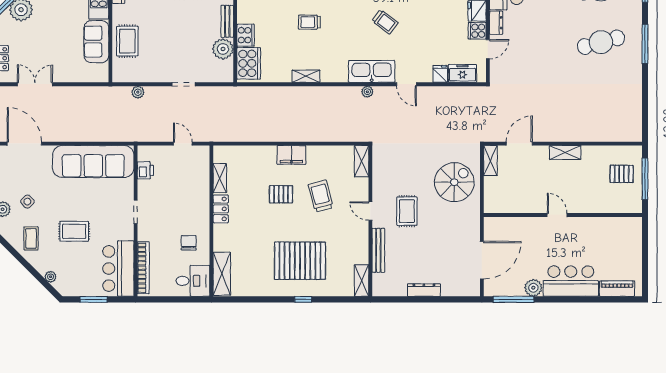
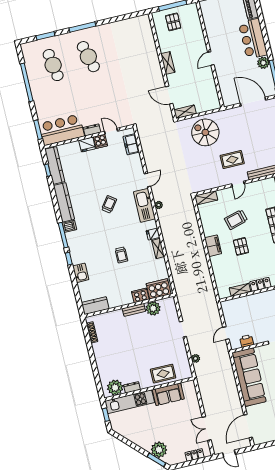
fridge: (440, 74) -> (153, 234), moved
door: (183, 144) -> (226, 333), moved

